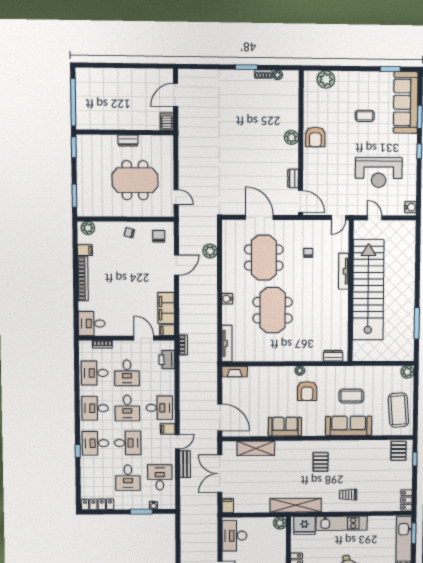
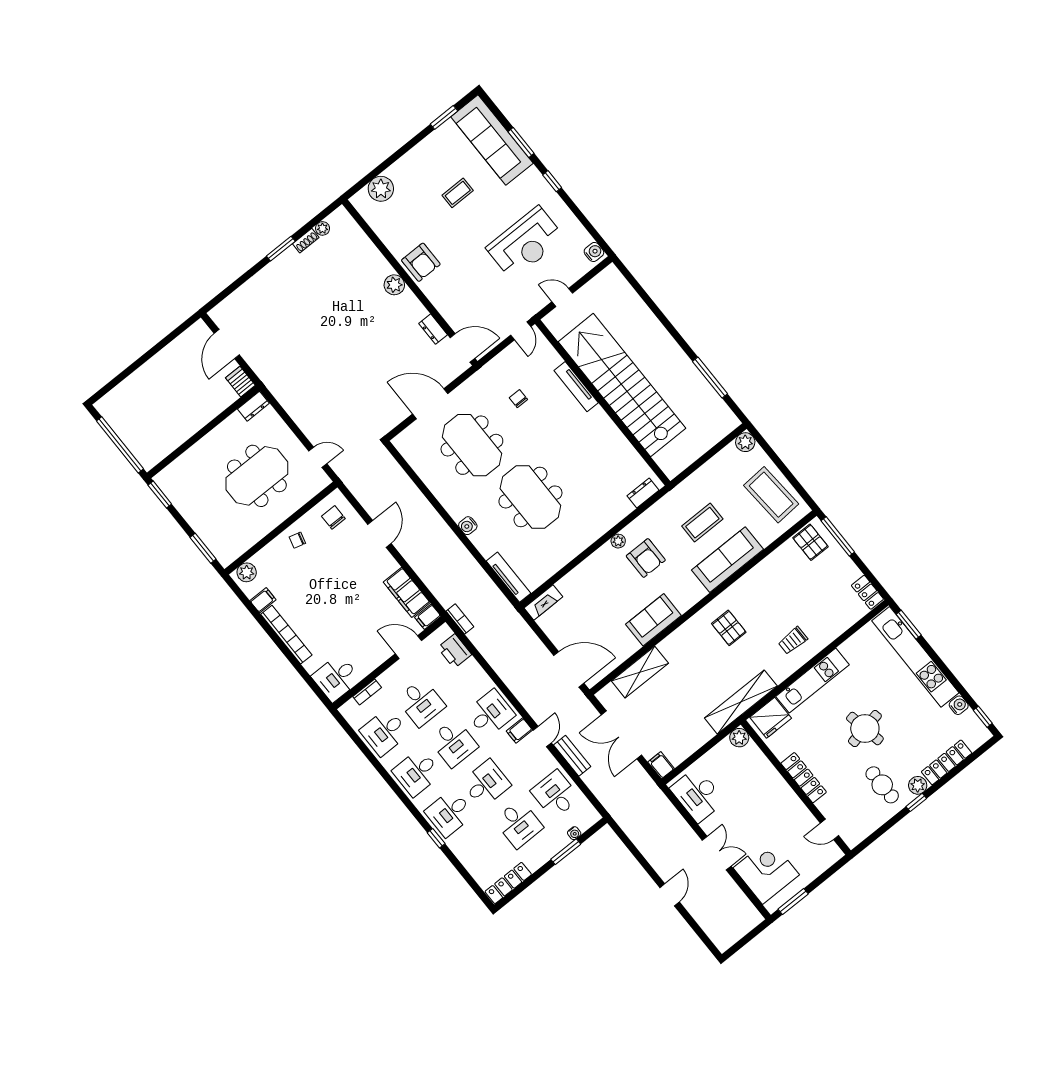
dresser: (128, 141) -> (253, 406), moved
plant: (210, 251) -> (405, 487), removed
window: (415, 459) -> (838, 536), width x2.17

